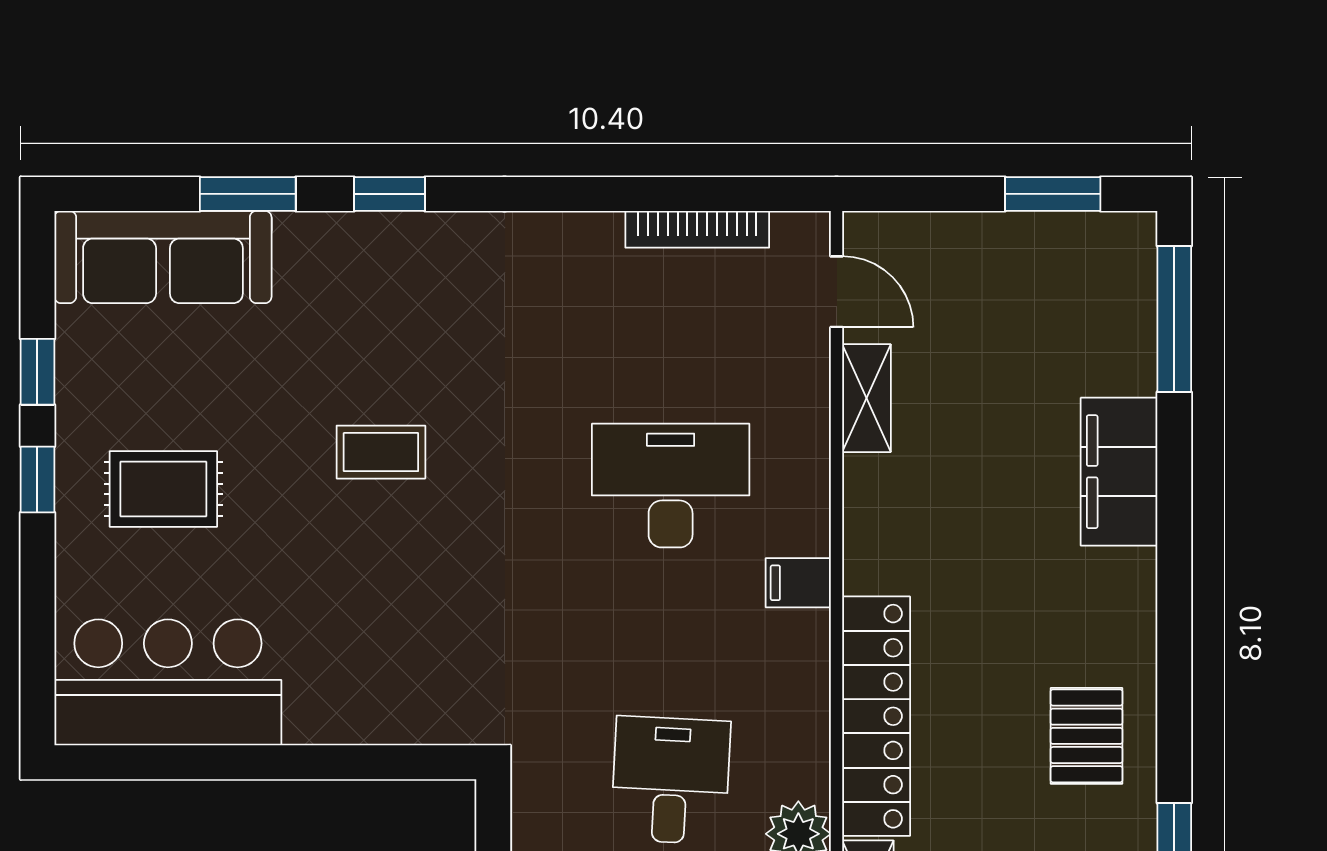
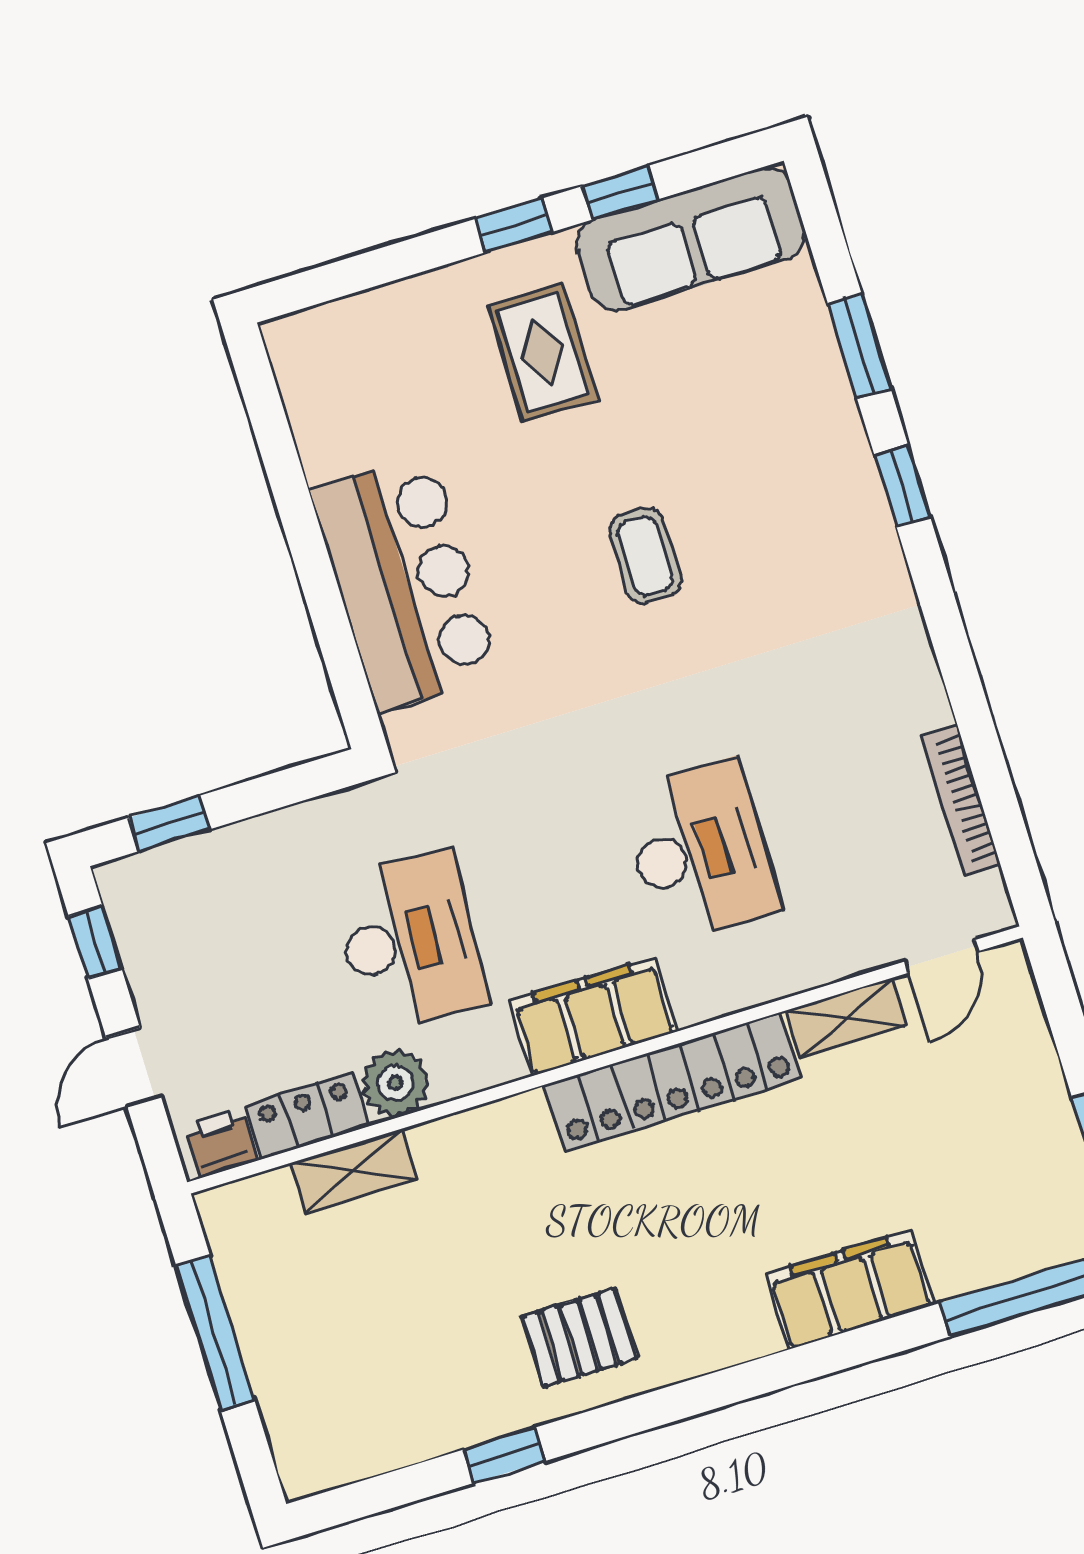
sofa: (163, 257) -> (691, 239), moved, turned -90
filing cabinet: (798, 583) -> (593, 1016), width x3.00, depth x1.17
bar counter: (168, 682) -> (405, 583), moved
locker: (876, 716) -> (673, 1082), moved
desk: (671, 780) -> (409, 941), width x1.37

